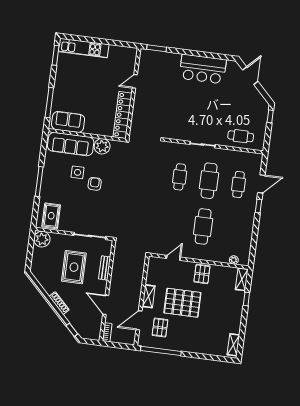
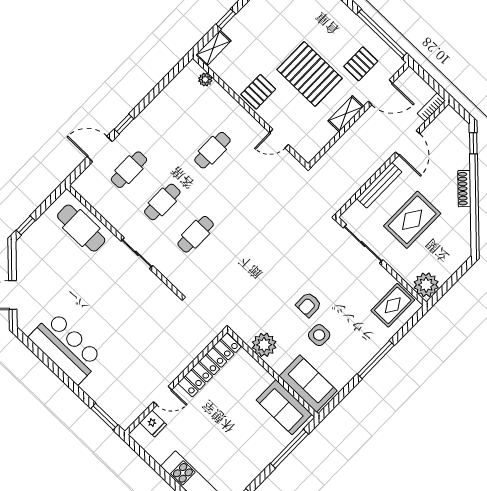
fridge: (129, 63) -> (153, 424), added
cafe table: (241, 136) -> (81, 228), width x1.37, depth x1.35
sofa: (71, 144) -> (308, 384), width x0.73
cafe table: (209, 181) -> (162, 202), width x0.73, depth x0.74
cafe table: (203, 226) -> (212, 150), width x0.73, depth x0.74
bench: (105, 268) -> (379, 185), width x1.36

